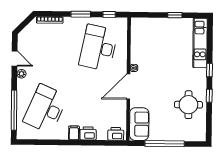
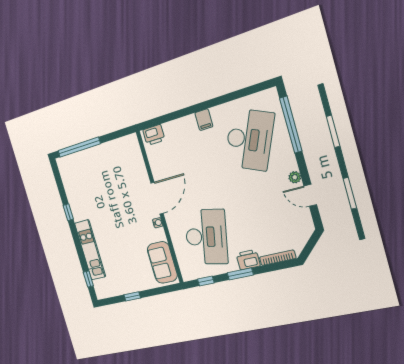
kitchen unit: (200, 43) -> (90, 250), moved
window: (209, 70) -> (88, 279), moved
round table: (188, 105) -> (86, 196), removed
sofa: (139, 124) -> (162, 262), moved
printer: (88, 133) -> (248, 260), moved, turned 180
window: (165, 144) -> (79, 147), moved

